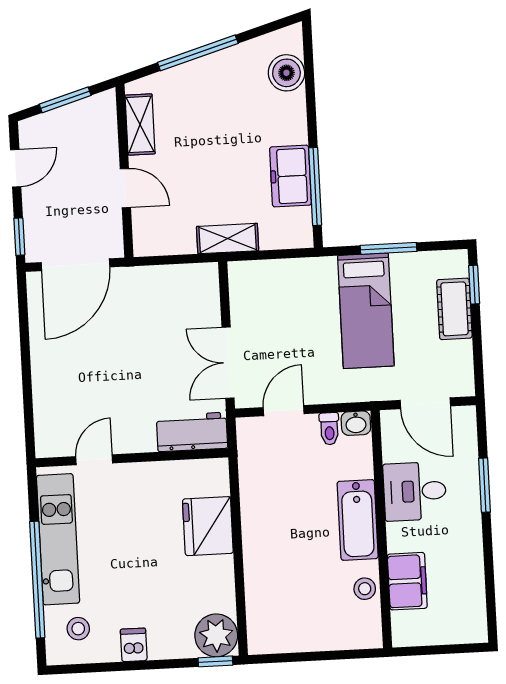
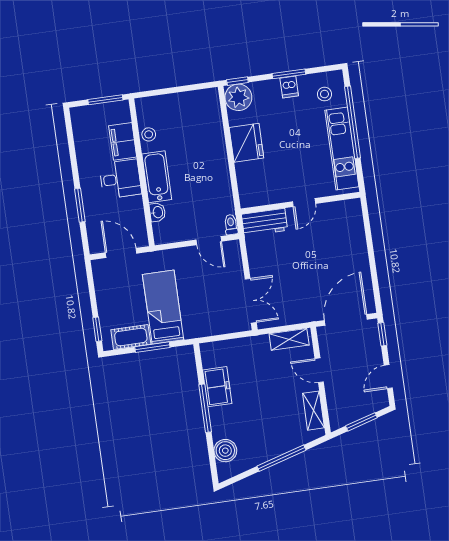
window: (315, 187) -> (205, 408), moved
shelving: (228, 239) -> (289, 339), moved
cot: (454, 309) -> (131, 337), moved, turned 90
double door: (228, 363) -> (251, 301), moved
door: (284, 411) -> (209, 241), hinge flipped
washbasin: (356, 423) -> (157, 212), moved, turned 90
toilet: (329, 429) -> (231, 225), moved
door: (94, 460) -> (304, 203), moved
desk: (415, 491) -> (120, 179), moved
fridge: (208, 526) -> (246, 143), moved
window: (429, 650) -> (105, 100), added
window: (132, 666) -> (289, 74), added

